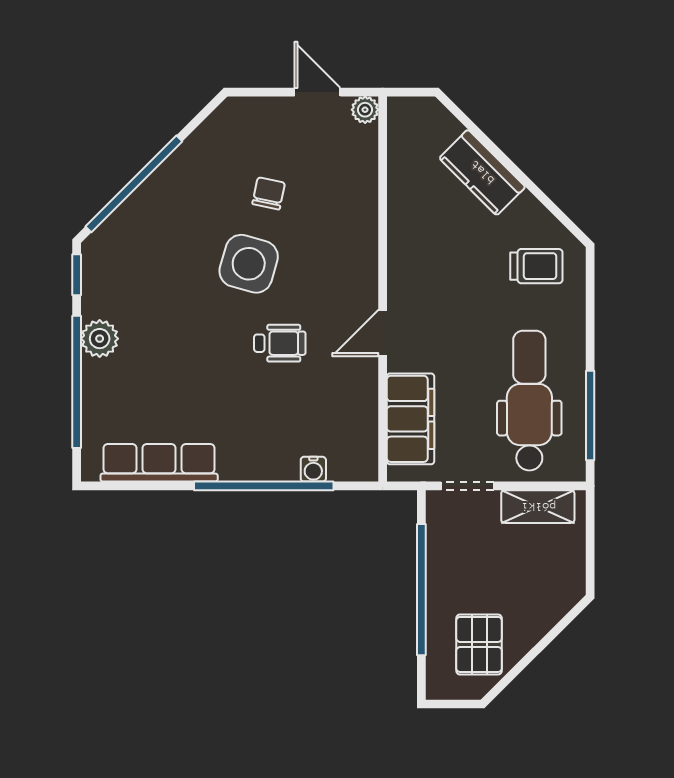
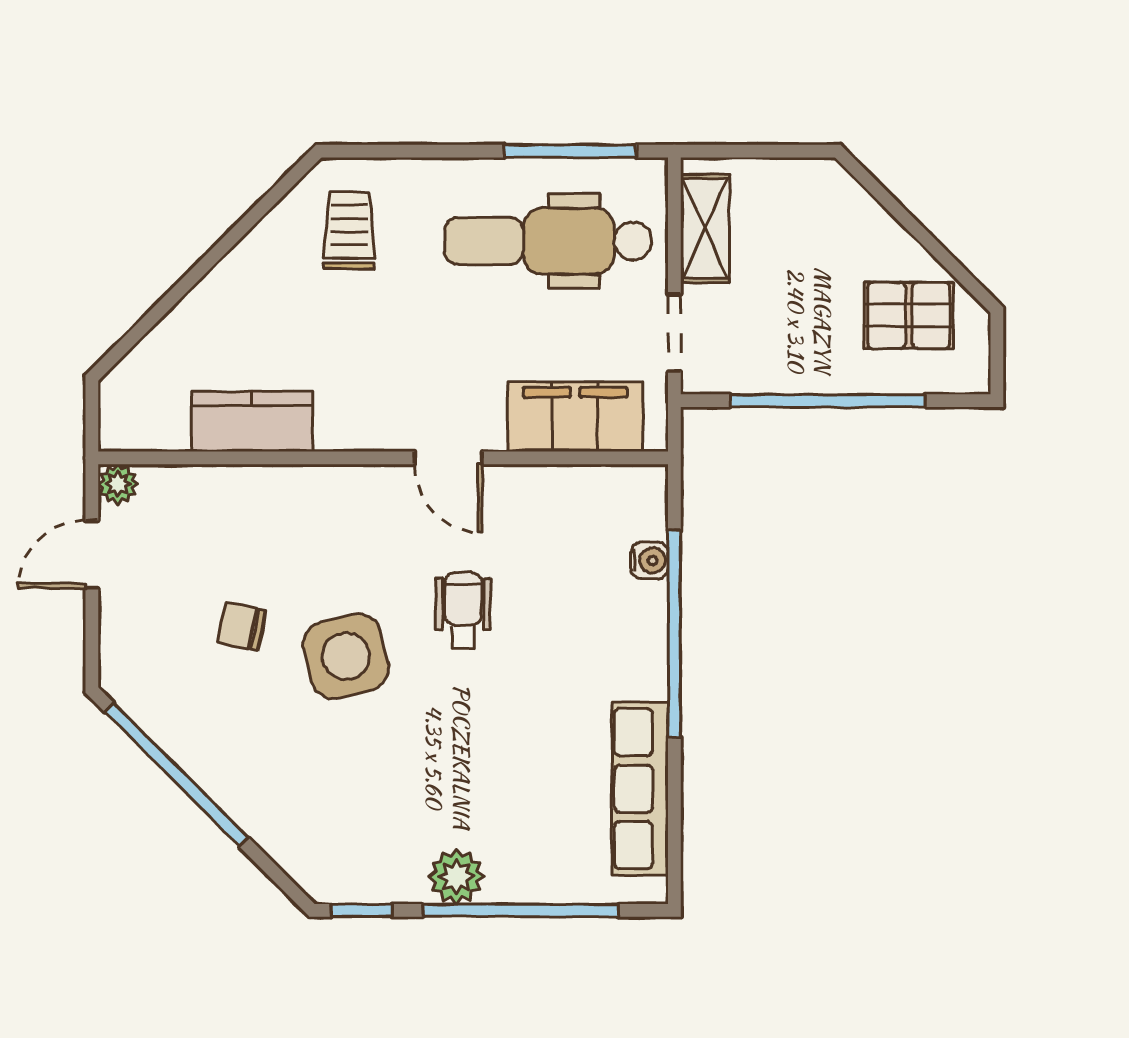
kitchen counter: (482, 172) -> (252, 421), moved, turned -135
window: (134, 184) -> (177, 775), moved
side table: (249, 264) -> (346, 656), turned -30

